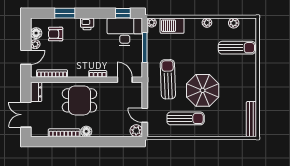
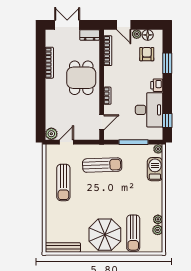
plant: (207, 23) -> (158, 219), moved
desk: (125, 32) -> (149, 110), moved
parasol: (203, 90) -> (105, 235), moved
floor lamp: (86, 131) -> (51, 84), removed

